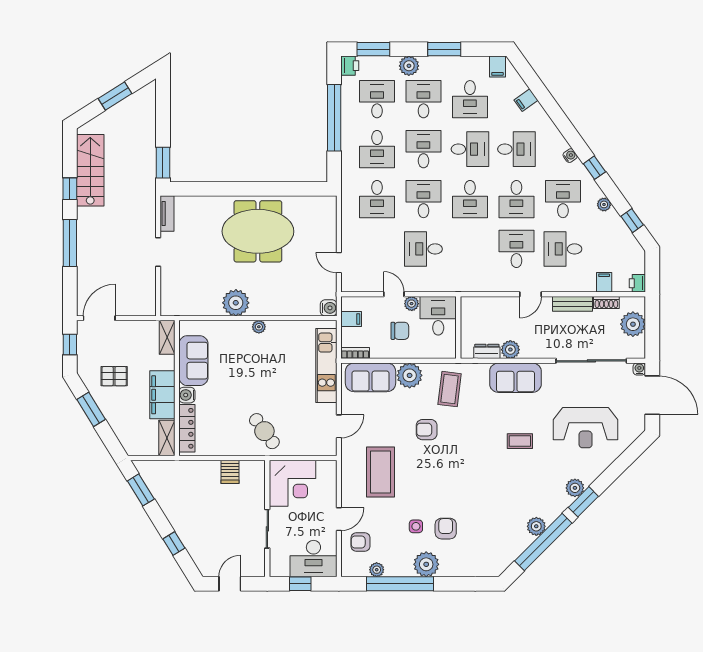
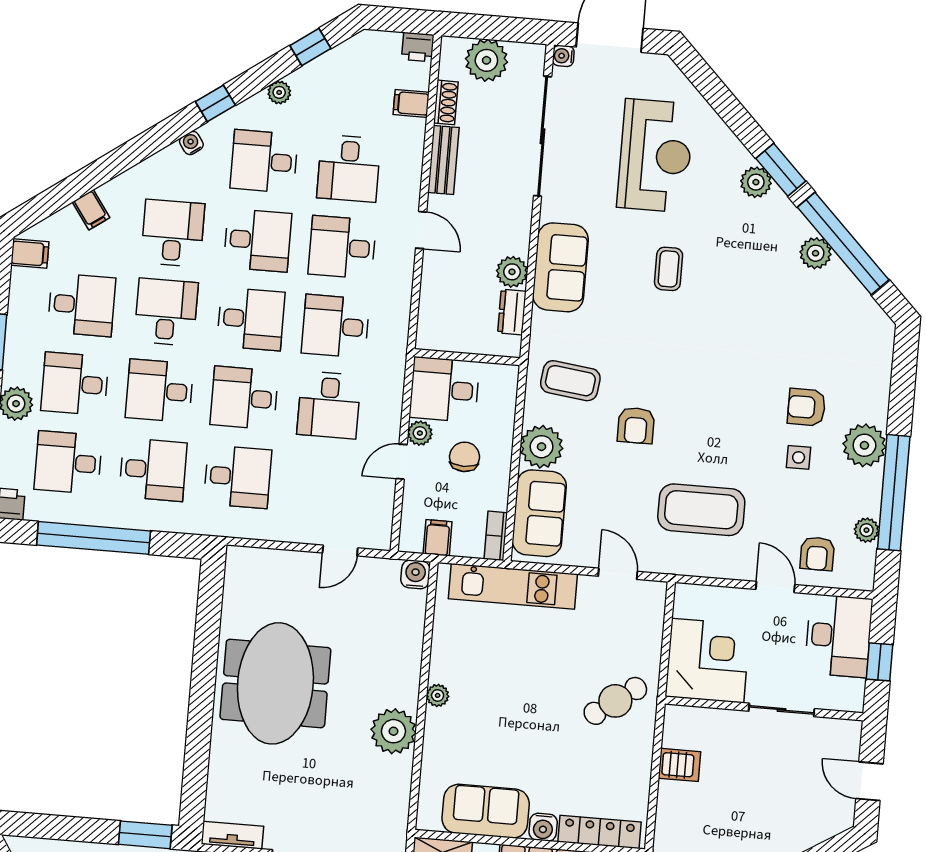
desk: (470, 249) -> (336, 326), added

